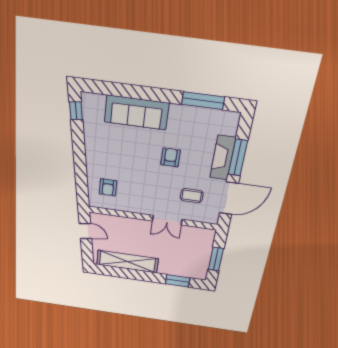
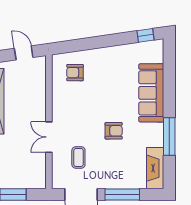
window: (203, 101) -> (169, 136), moved
fireplace: (223, 158) -> (155, 168), moved, turned -90
door: (85, 231) -> (24, 53), swing flipped

